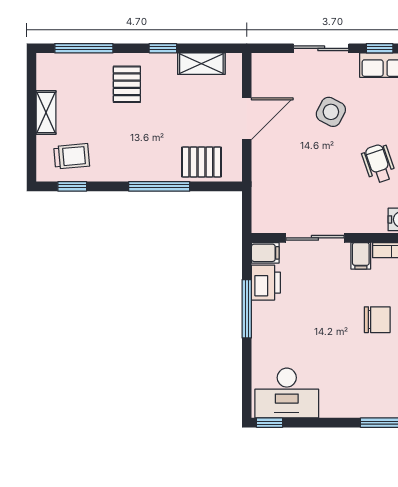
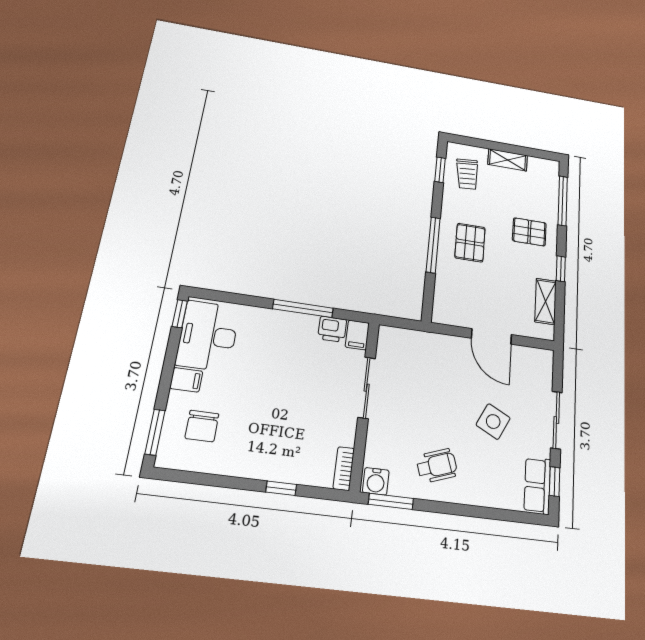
pallet: (201, 162) -> (470, 243), moved
filing cabinet: (361, 256) -> (186, 380), moved, turned 180
printer: (266, 283) -> (332, 329), width x0.73, depth x0.81
chair: (377, 320) -> (202, 426), moved

